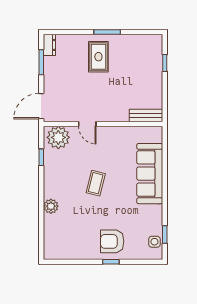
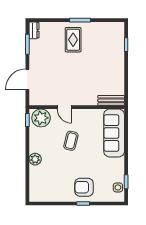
bench: (146, 115) -> (111, 100), moved
door: (87, 124) -> (64, 107), moved
wall: (103, 124) -> (77, 107), moved
plant: (58, 137) -> (41, 118), moved

